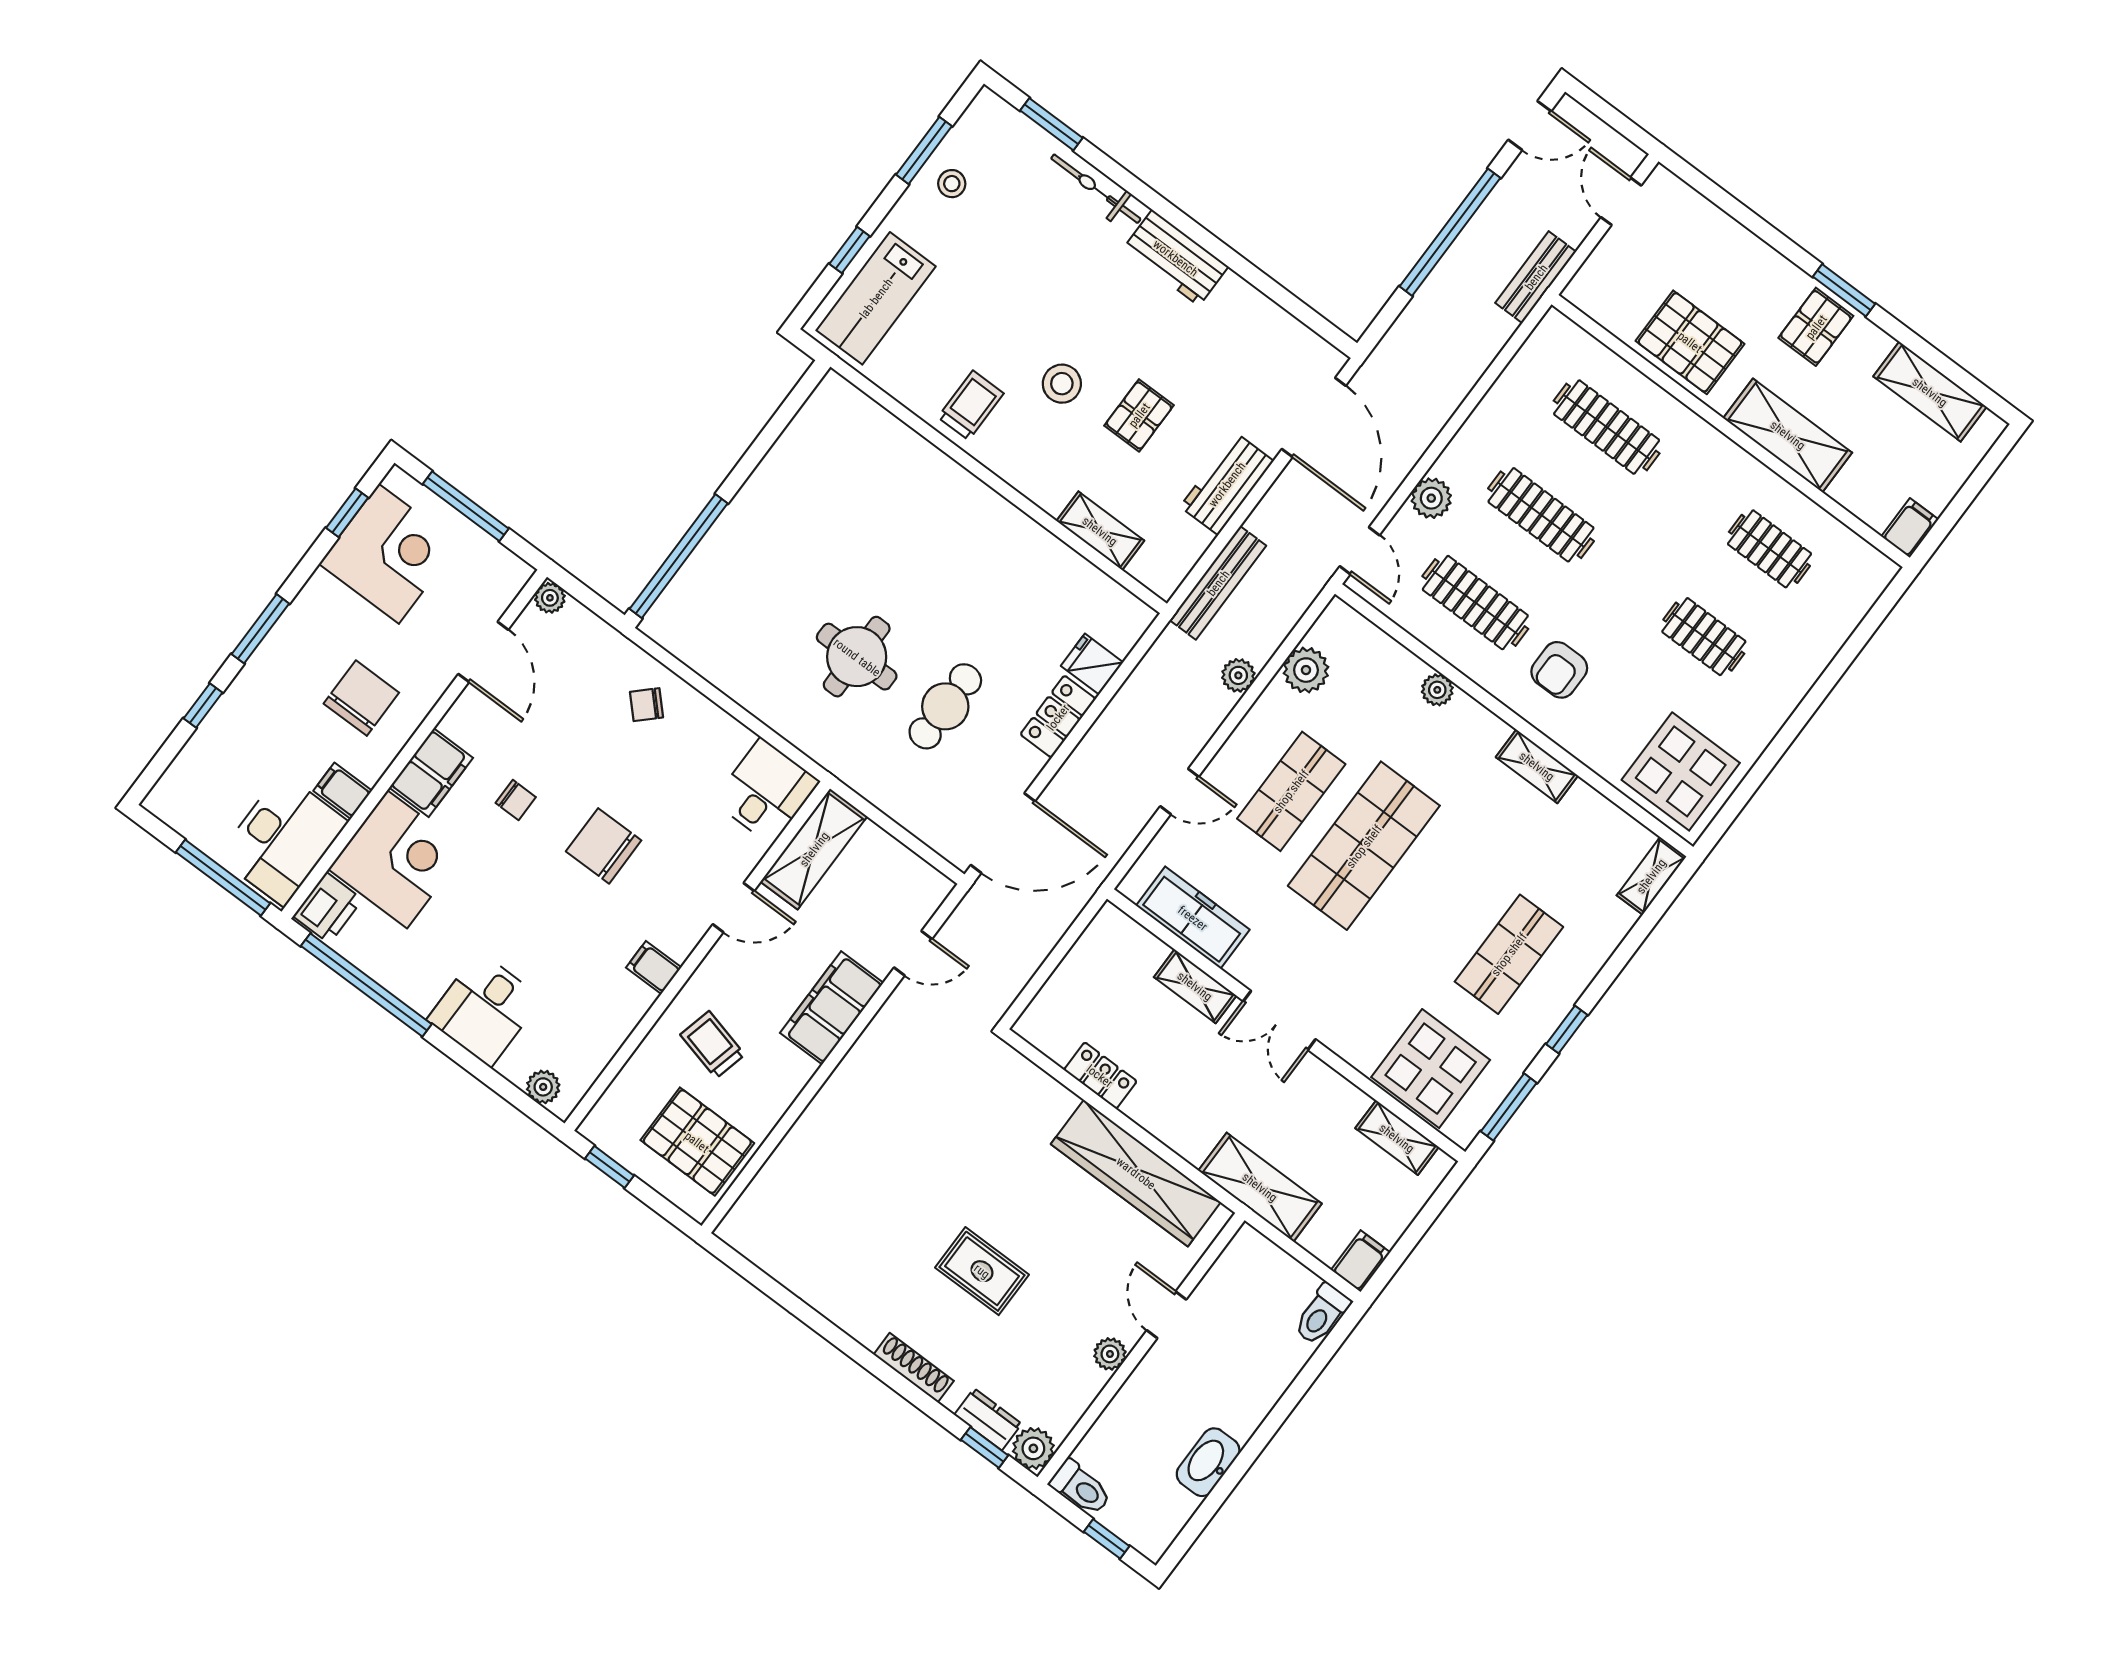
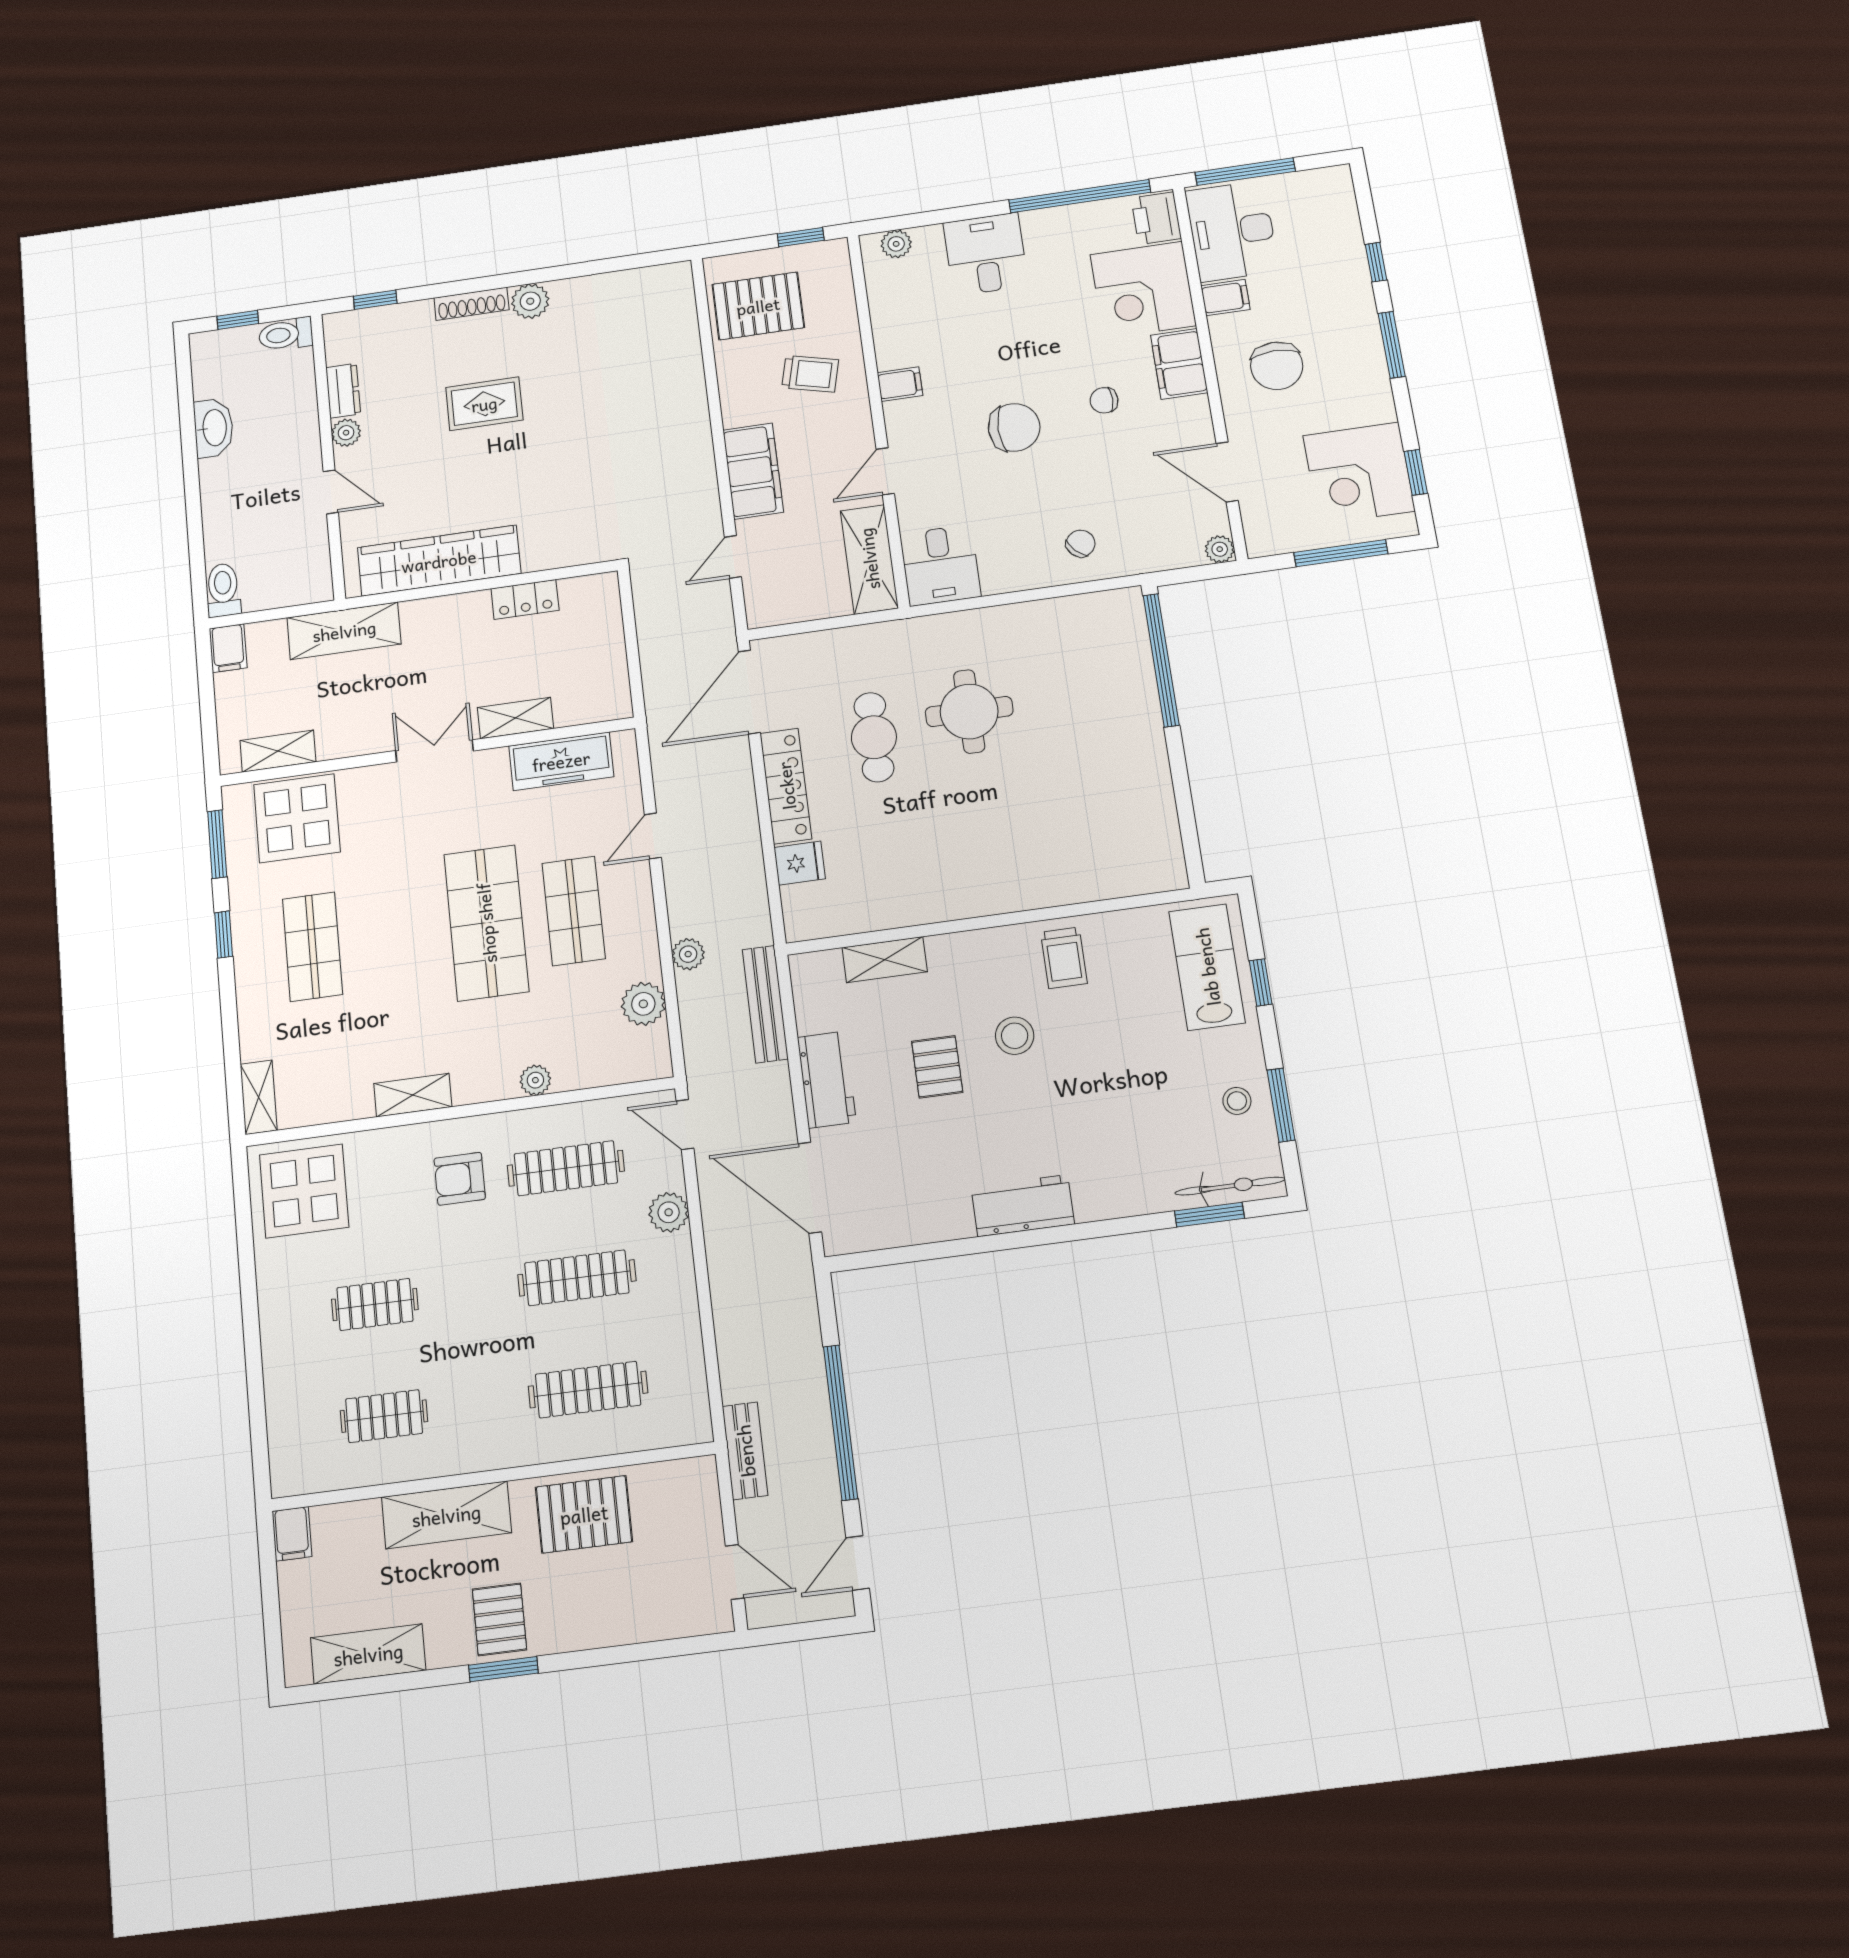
bicycle: (1096, 189) -> (1230, 1186), moved
armchair: (1559, 670) -> (460, 1179), turned -90
locker: (1058, 717) -> (786, 786), width x1.53
dresser: (988, 1419) -> (343, 391), moved, turned -90
plant: (1033, 1448) -> (530, 301), moved

